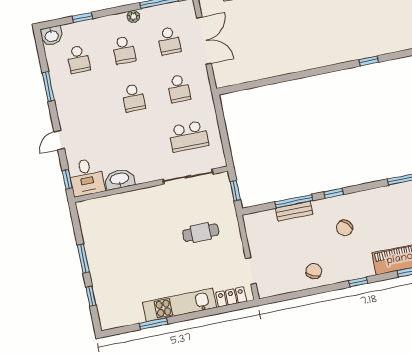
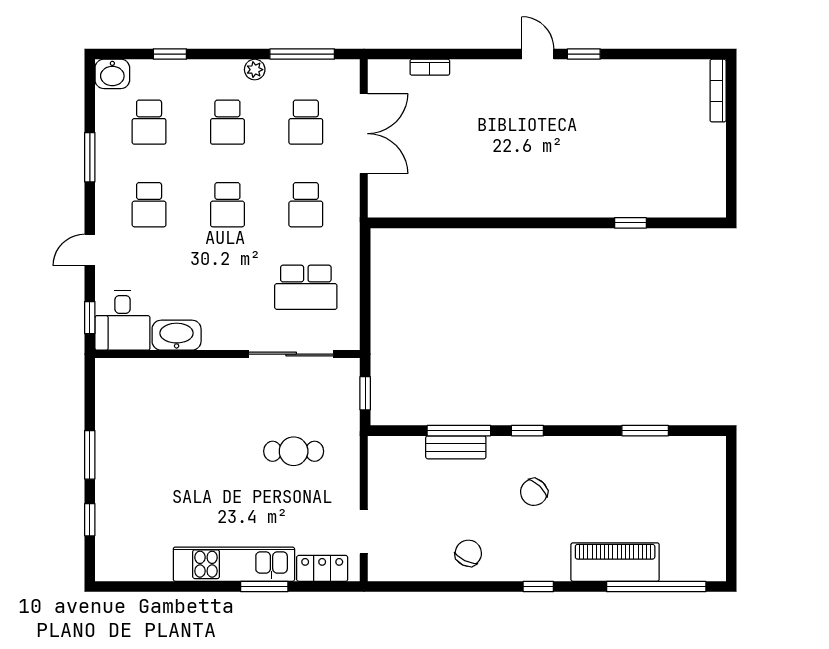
school desk: (88, 107) -> (149, 205), added
window: (153, 324) -> (264, 586), moved

